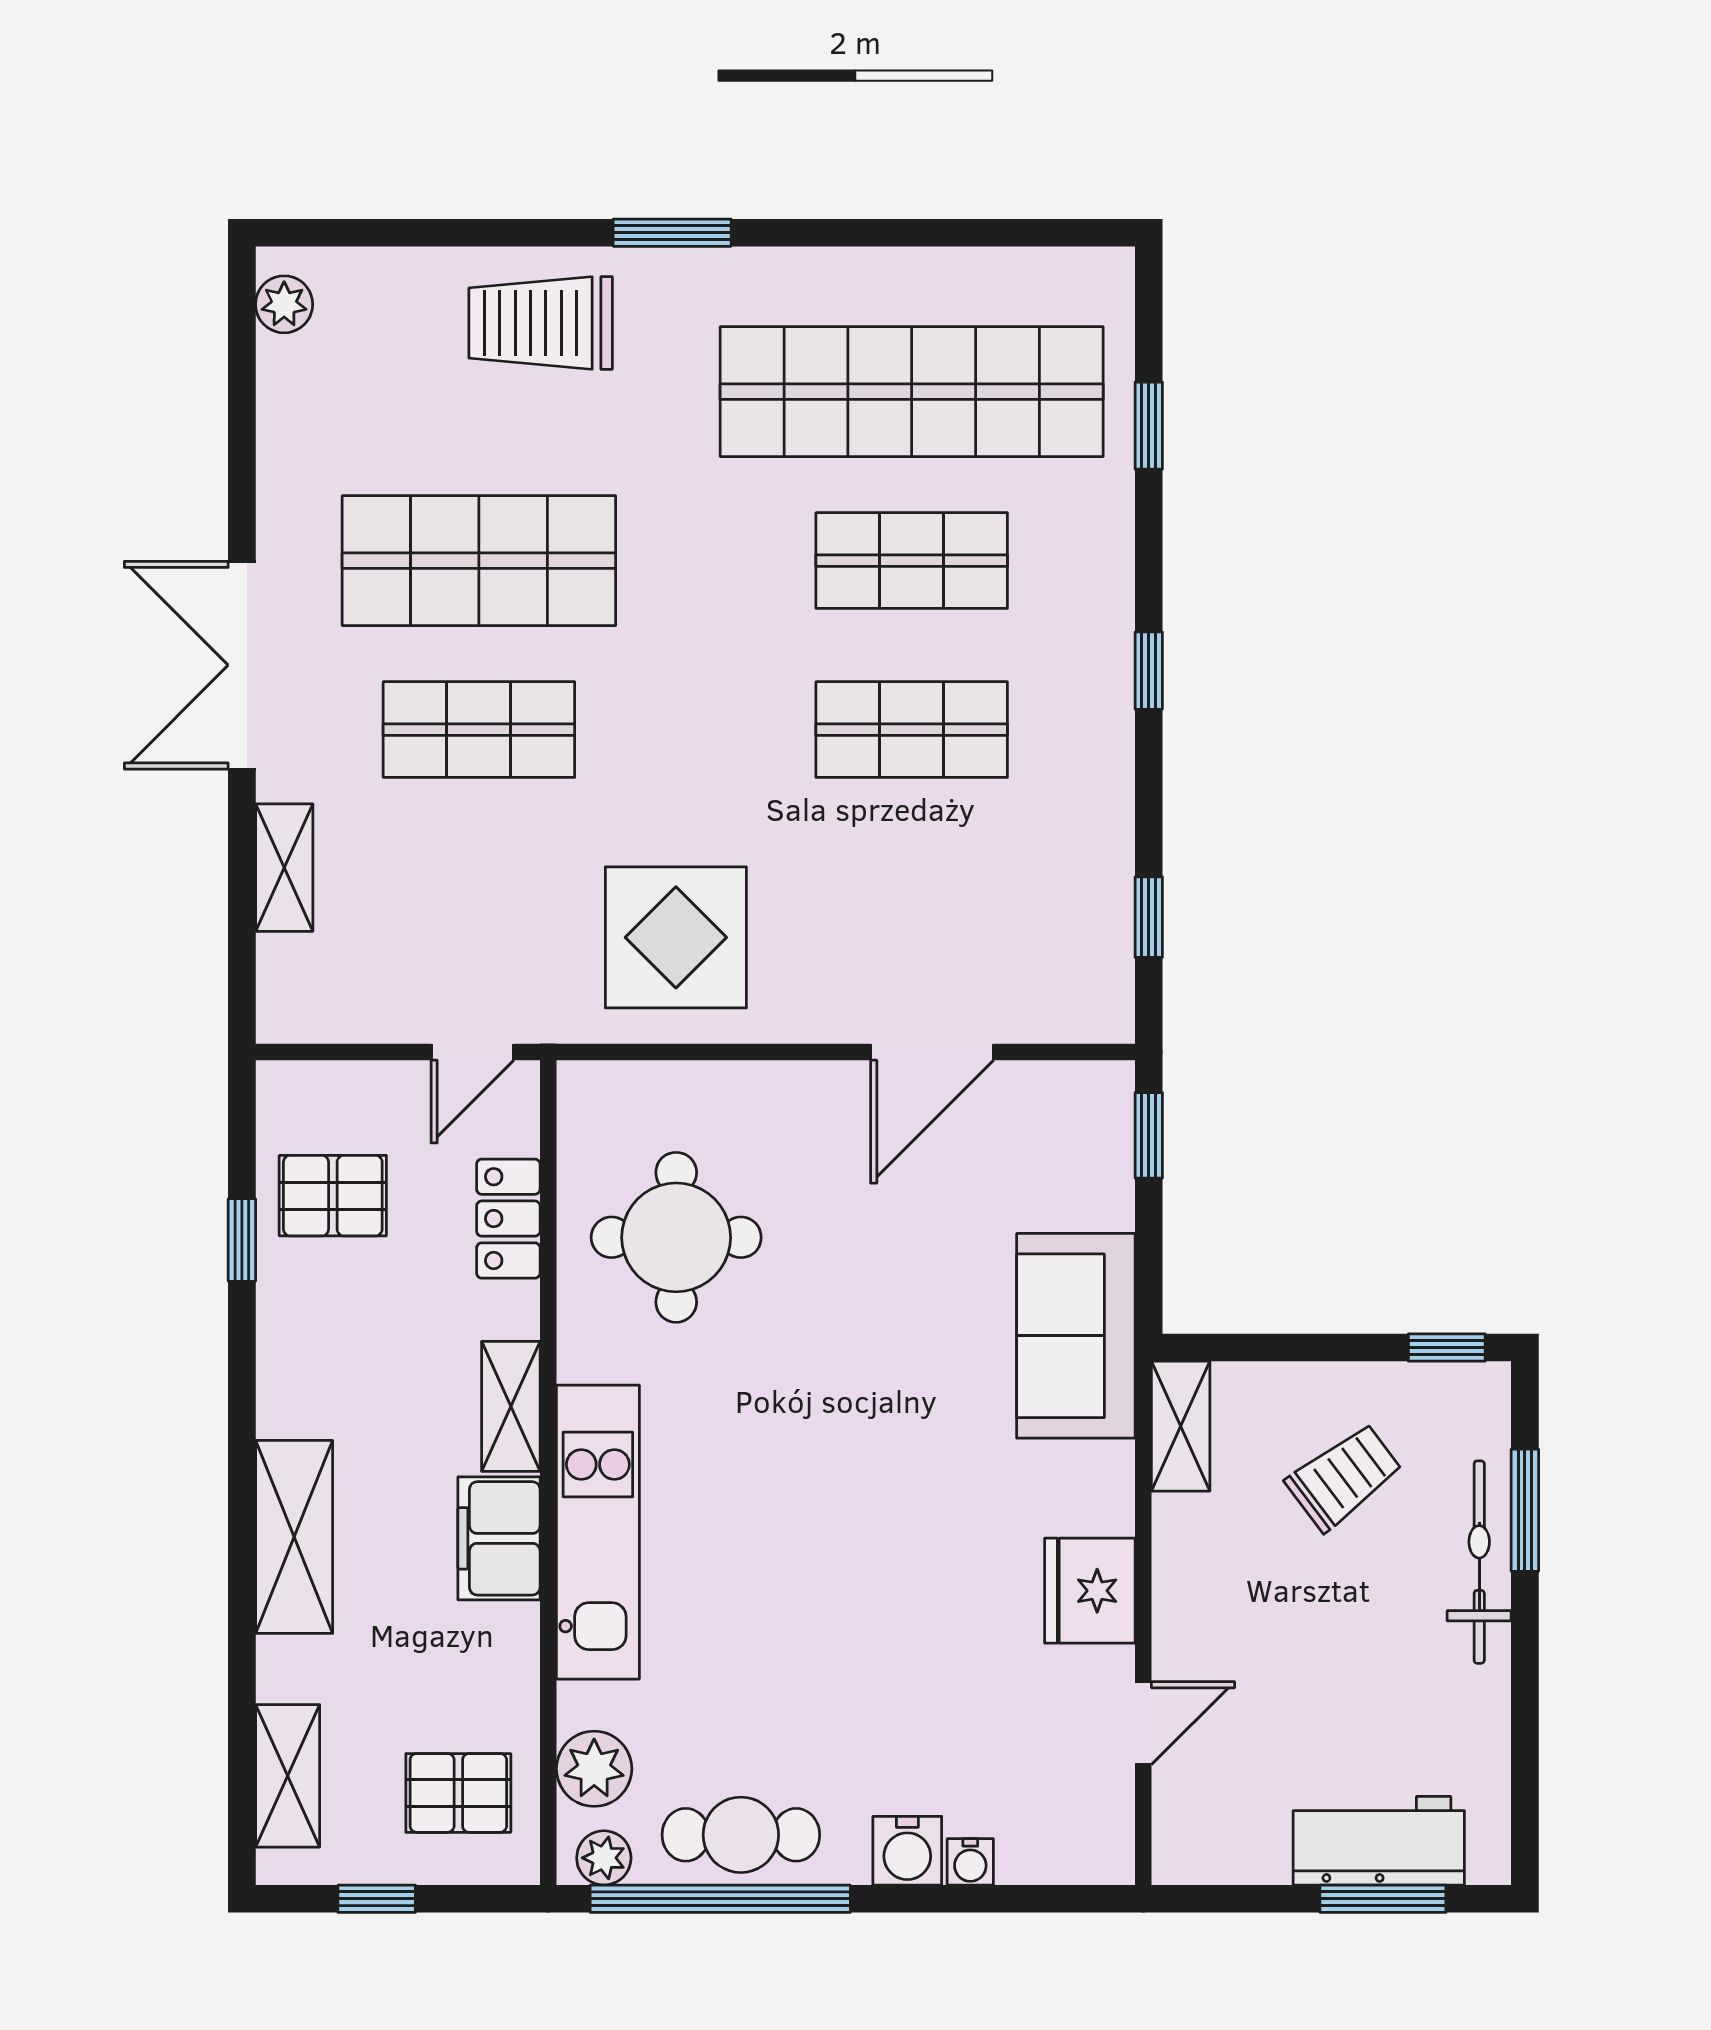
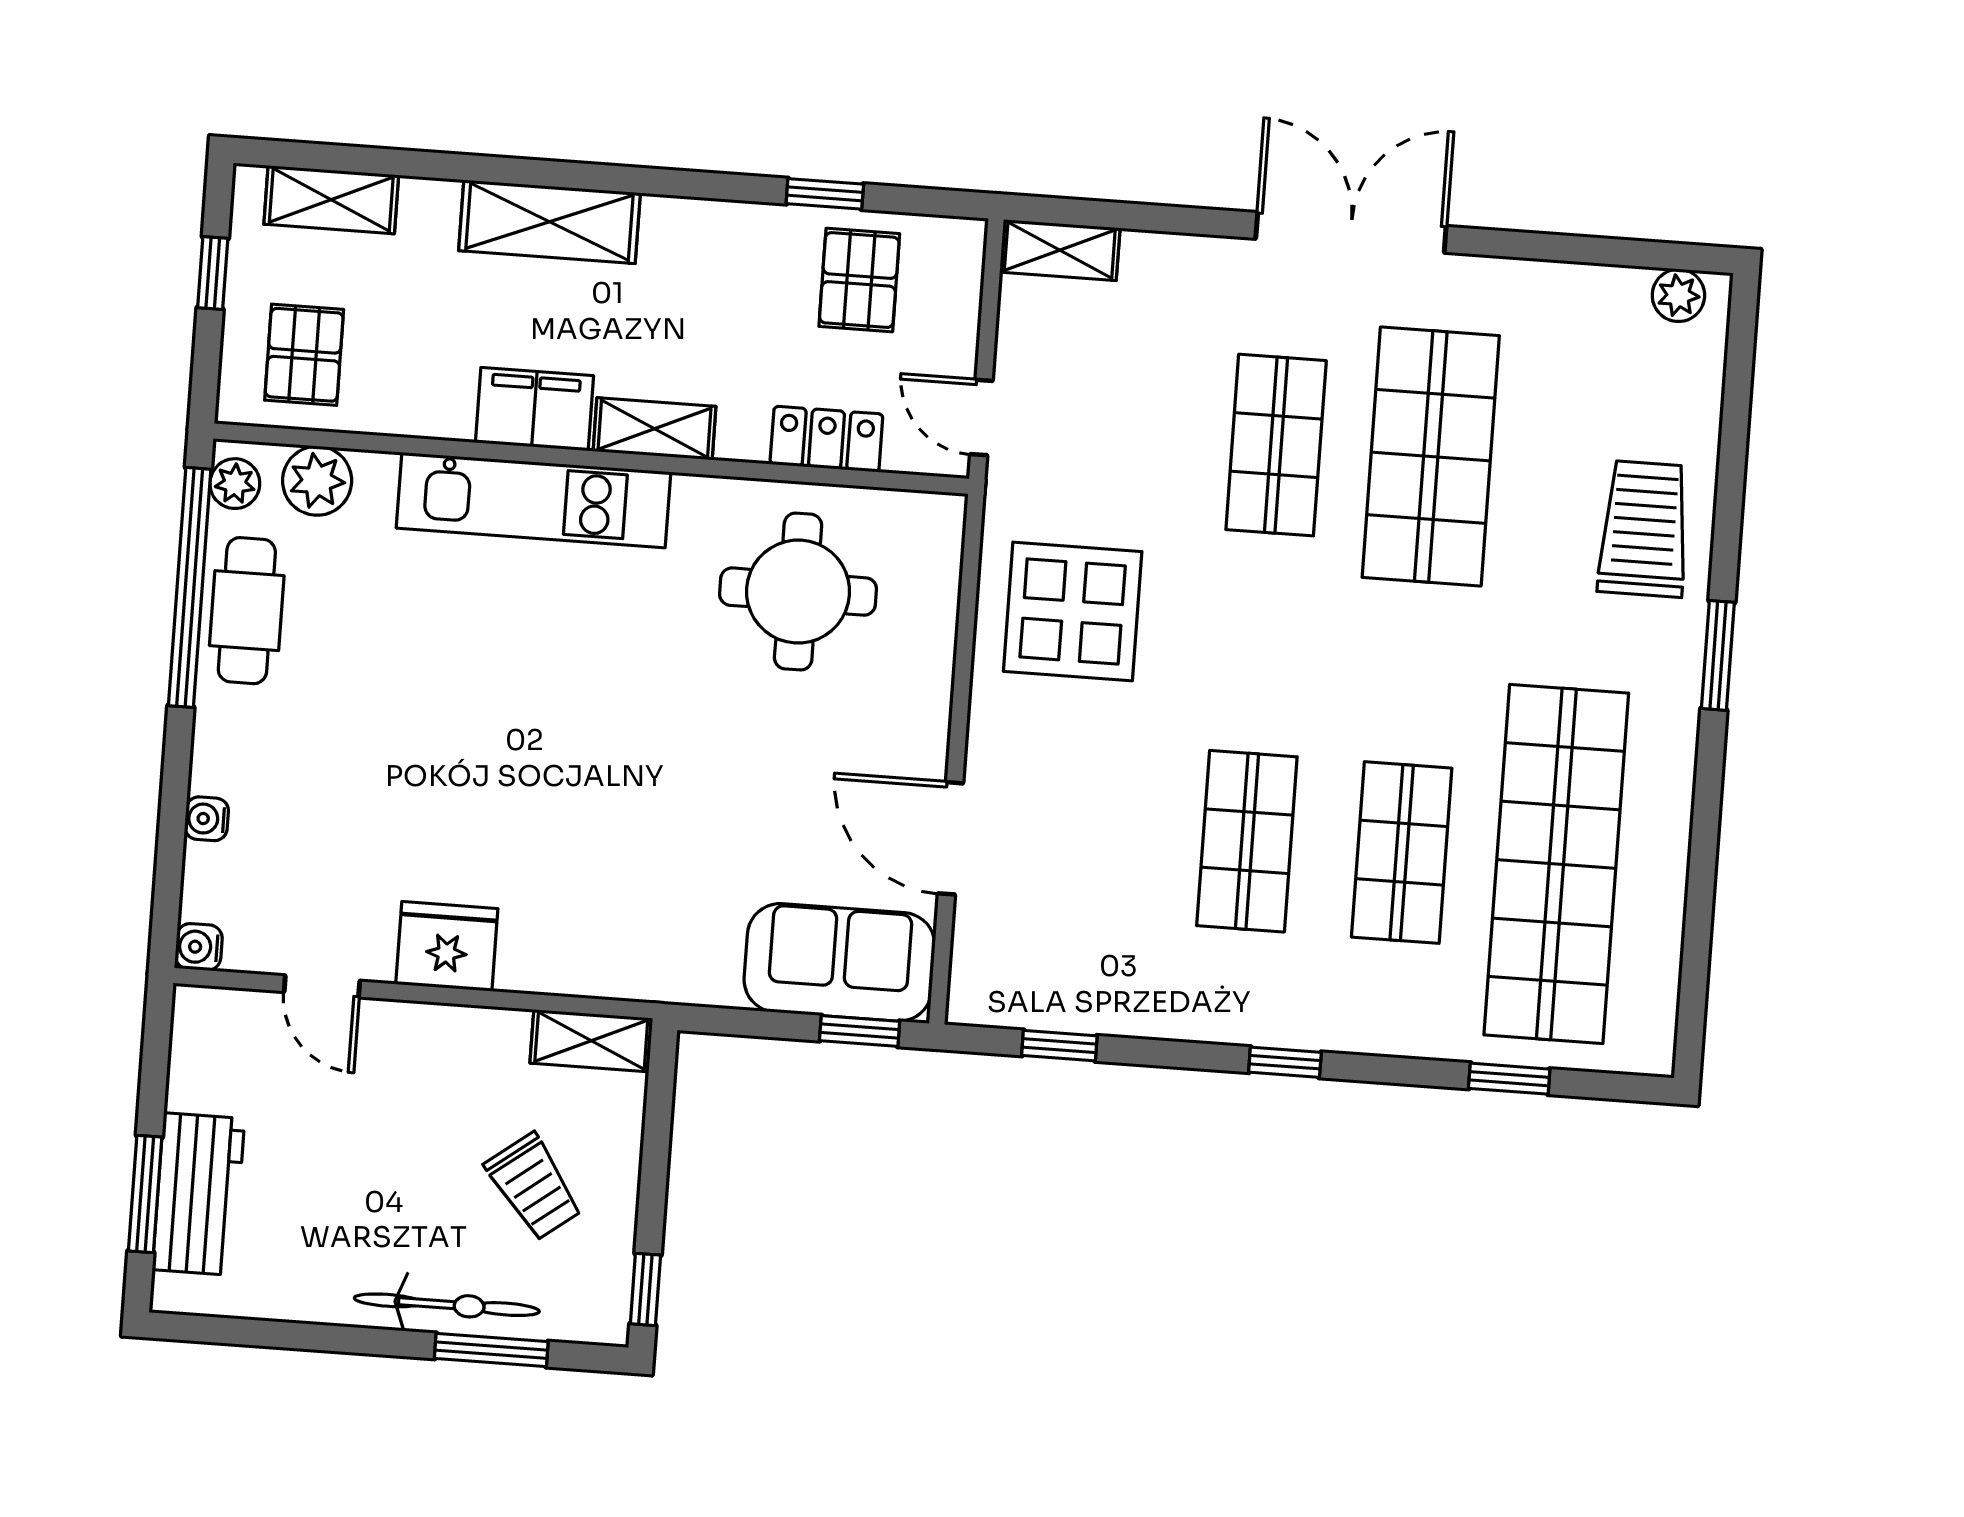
shelving: (284, 868) -> (1060, 250), moved
sofa: (1076, 1336) -> (840, 962), moved
water cooler: (907, 1851) -> (199, 947), moved, width x0.72, depth x0.72

